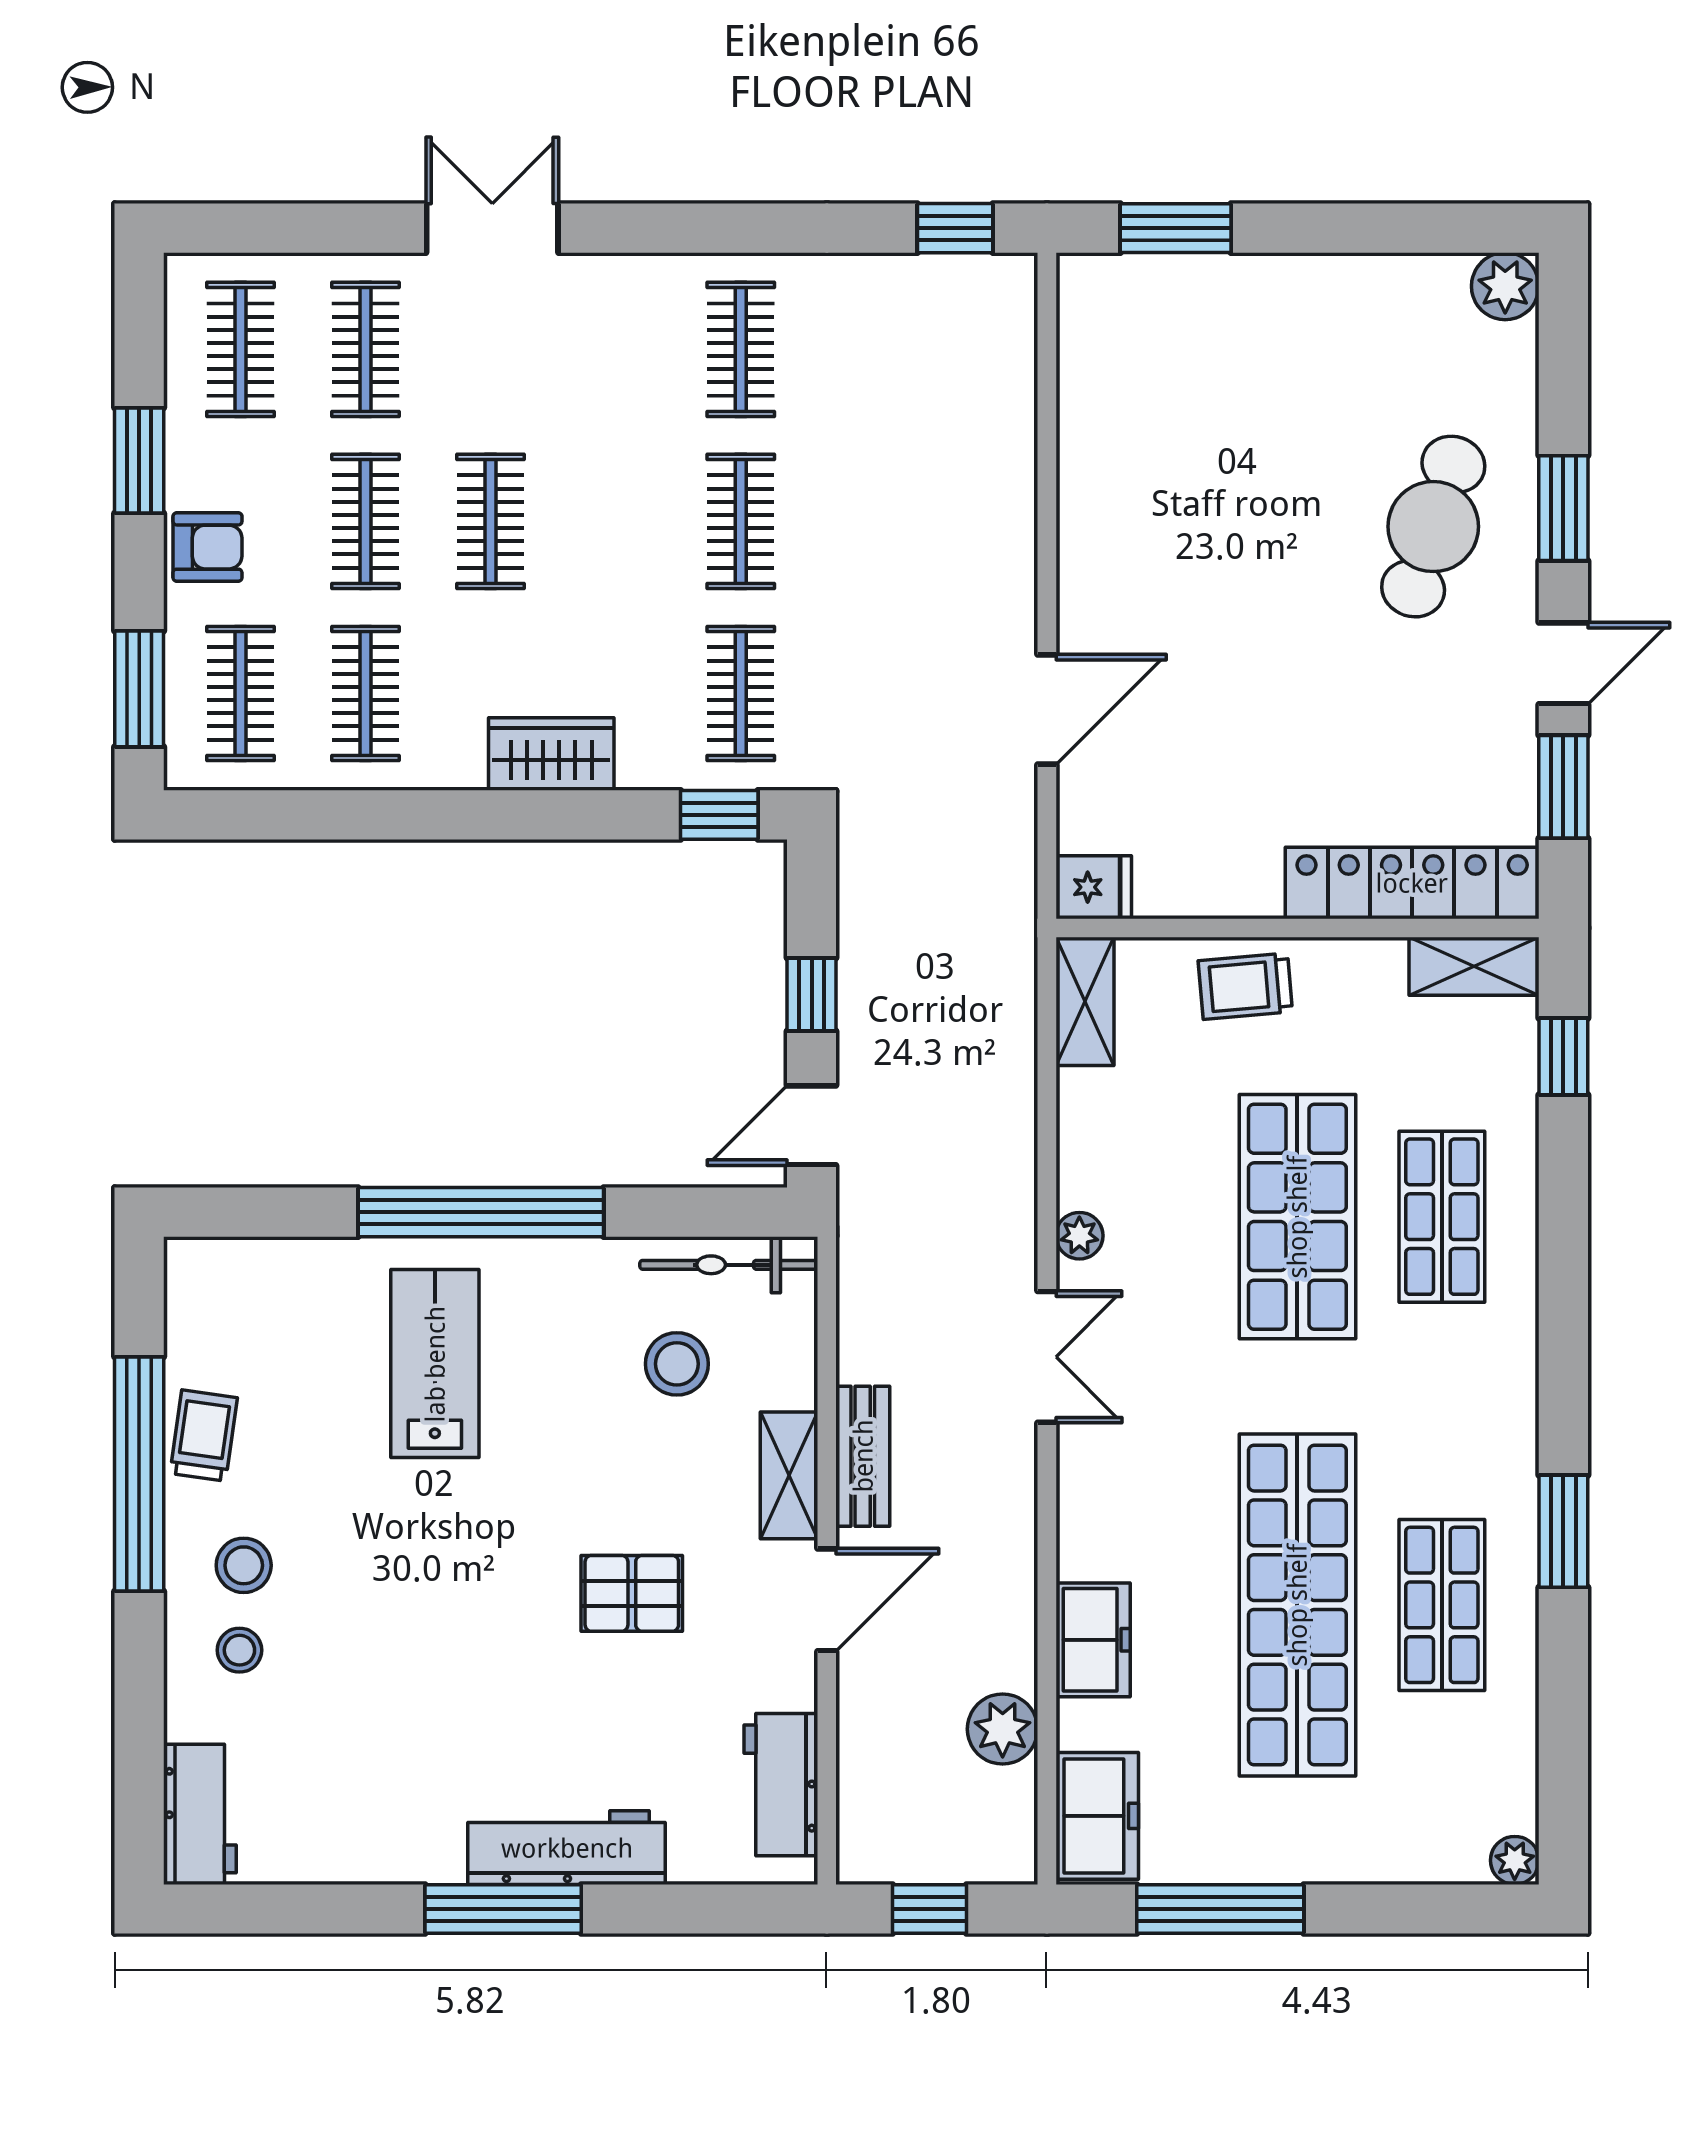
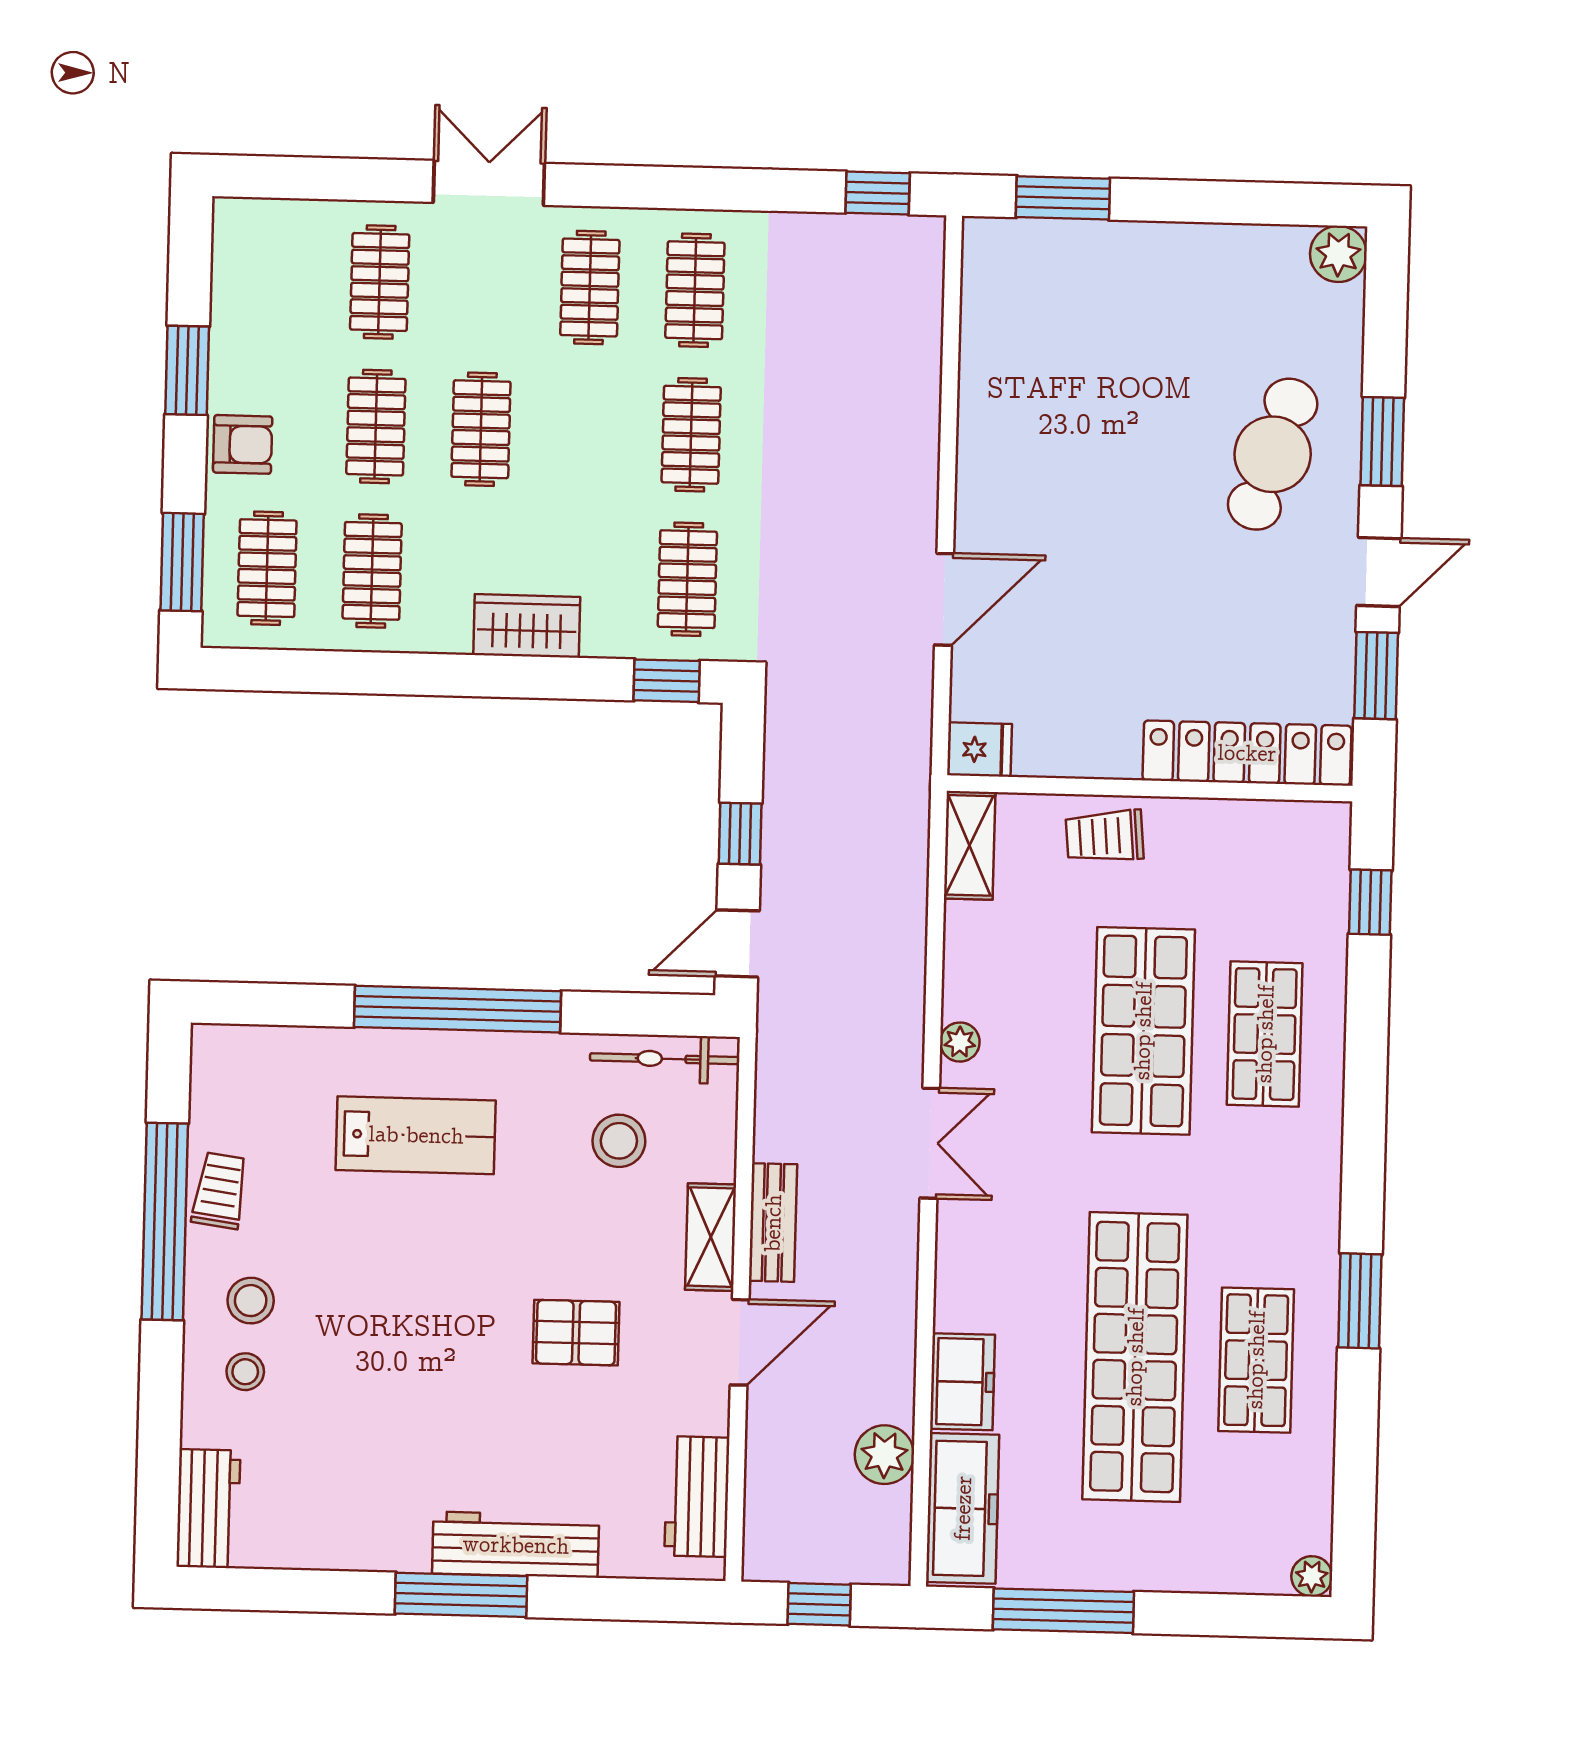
clothes rail: (240, 349) -> (590, 288), moved
shelving: (1474, 966) -> (1297, 824), removed
lab bench: (435, 1364) -> (416, 1135), turned 90
freezer: (1097, 1816) -> (963, 1508), width x1.40

